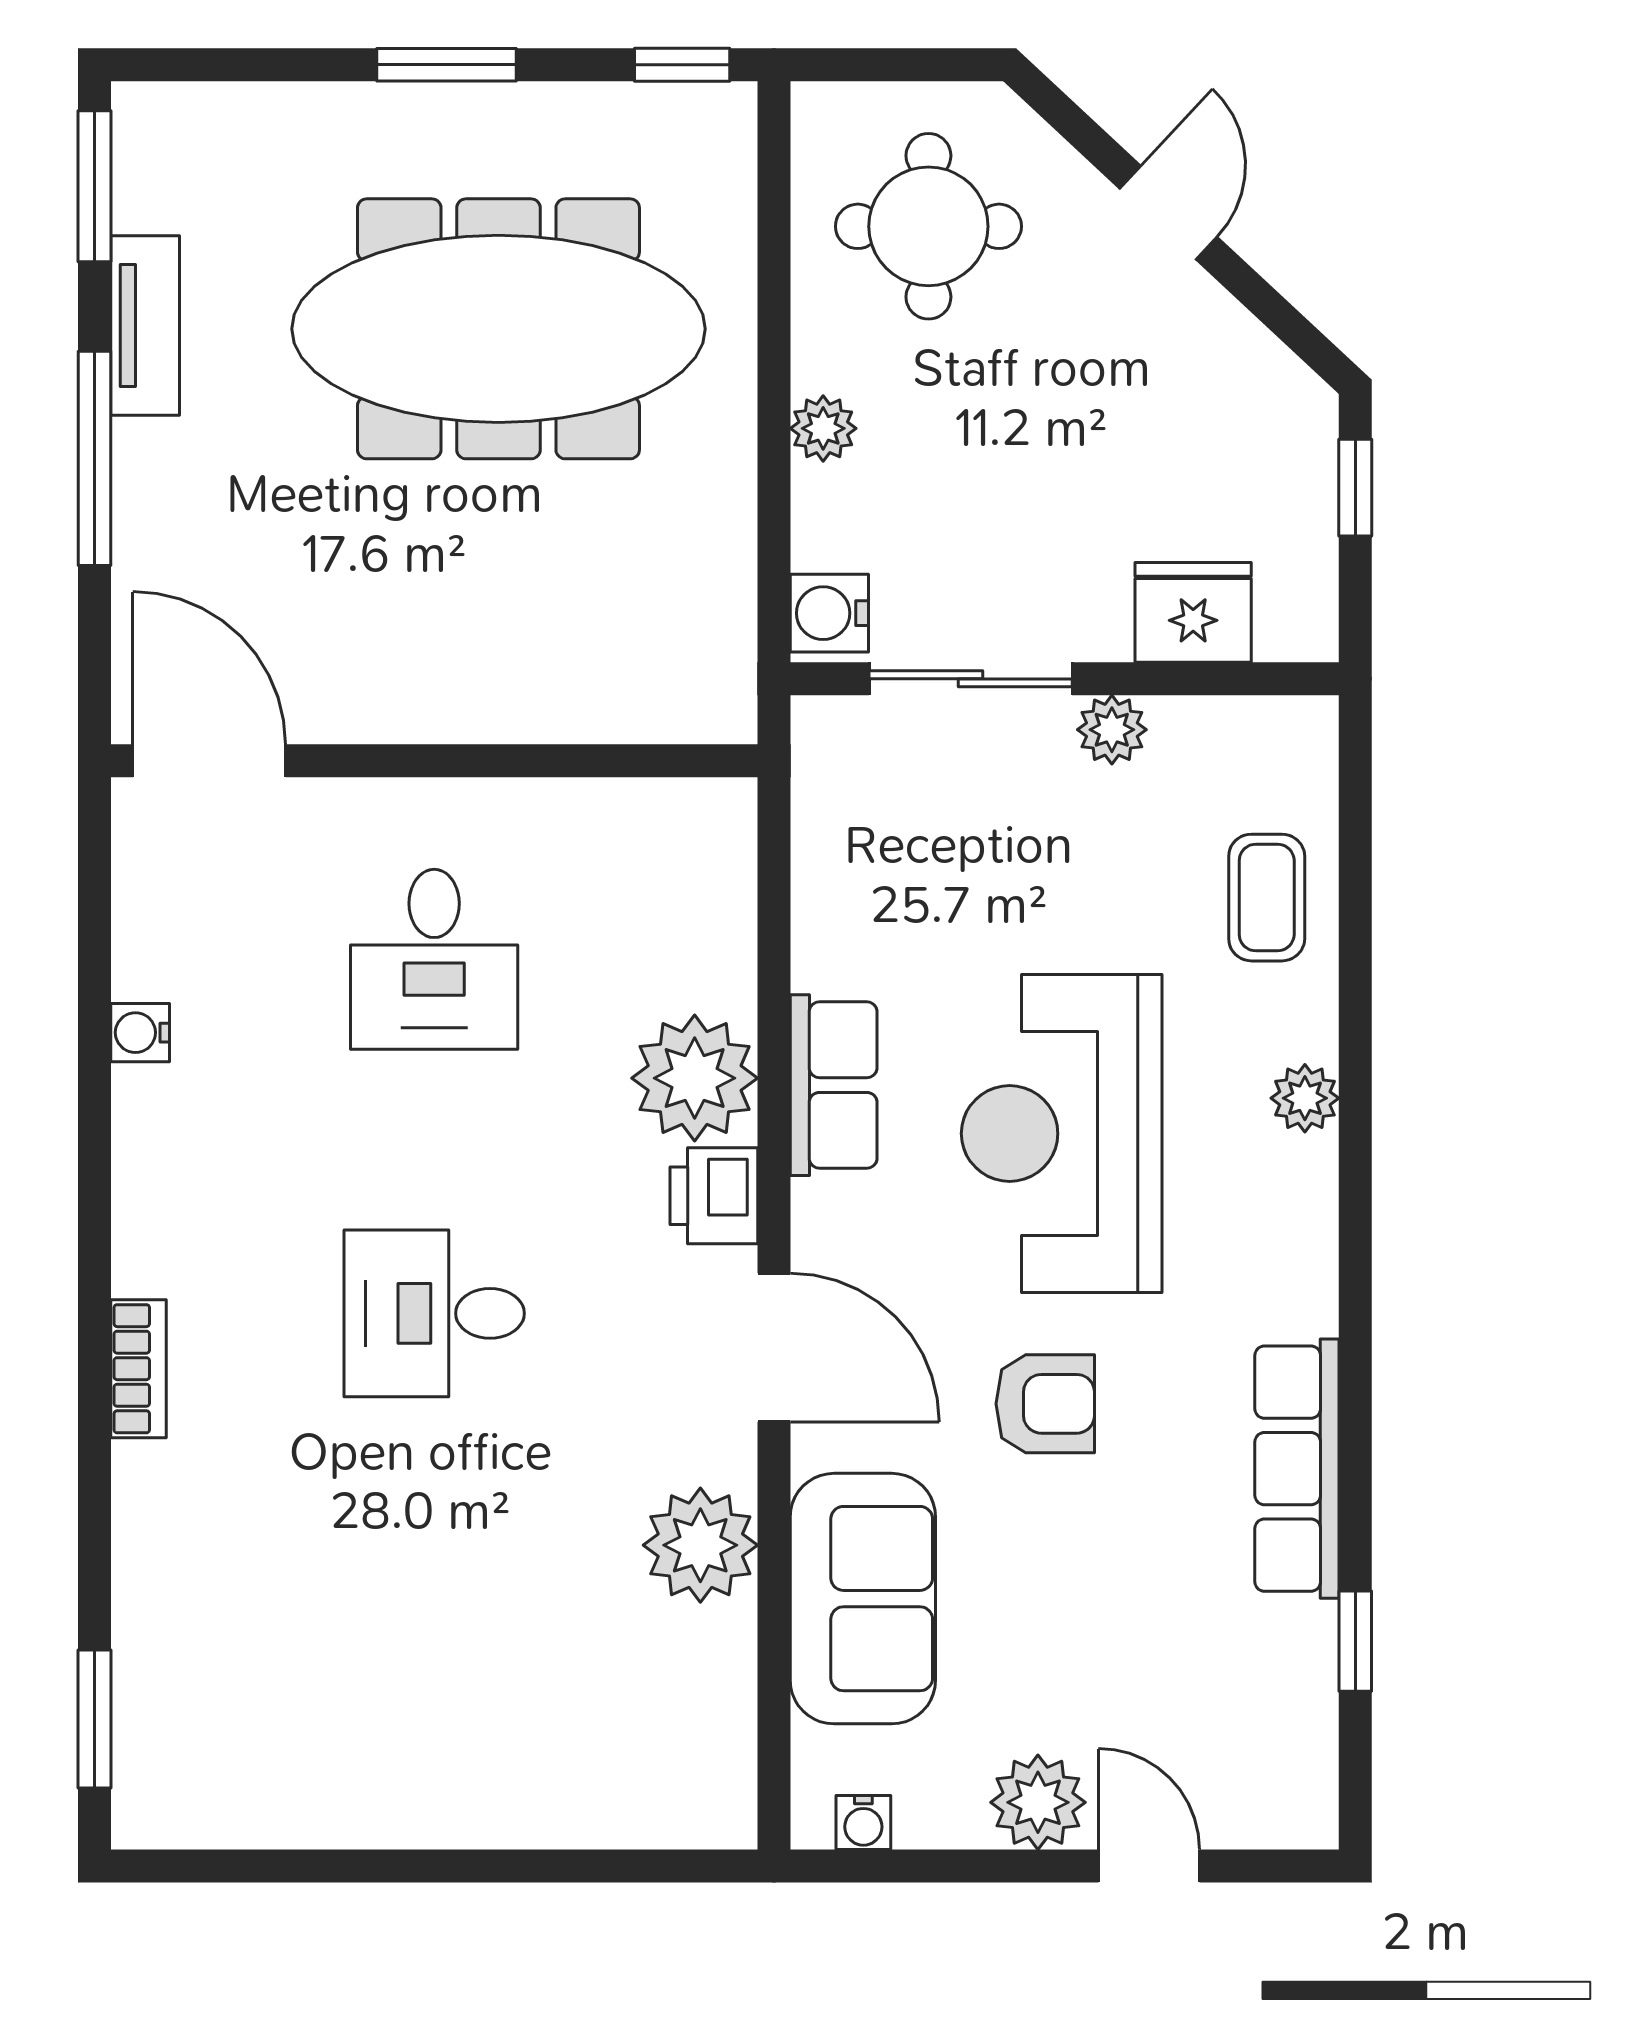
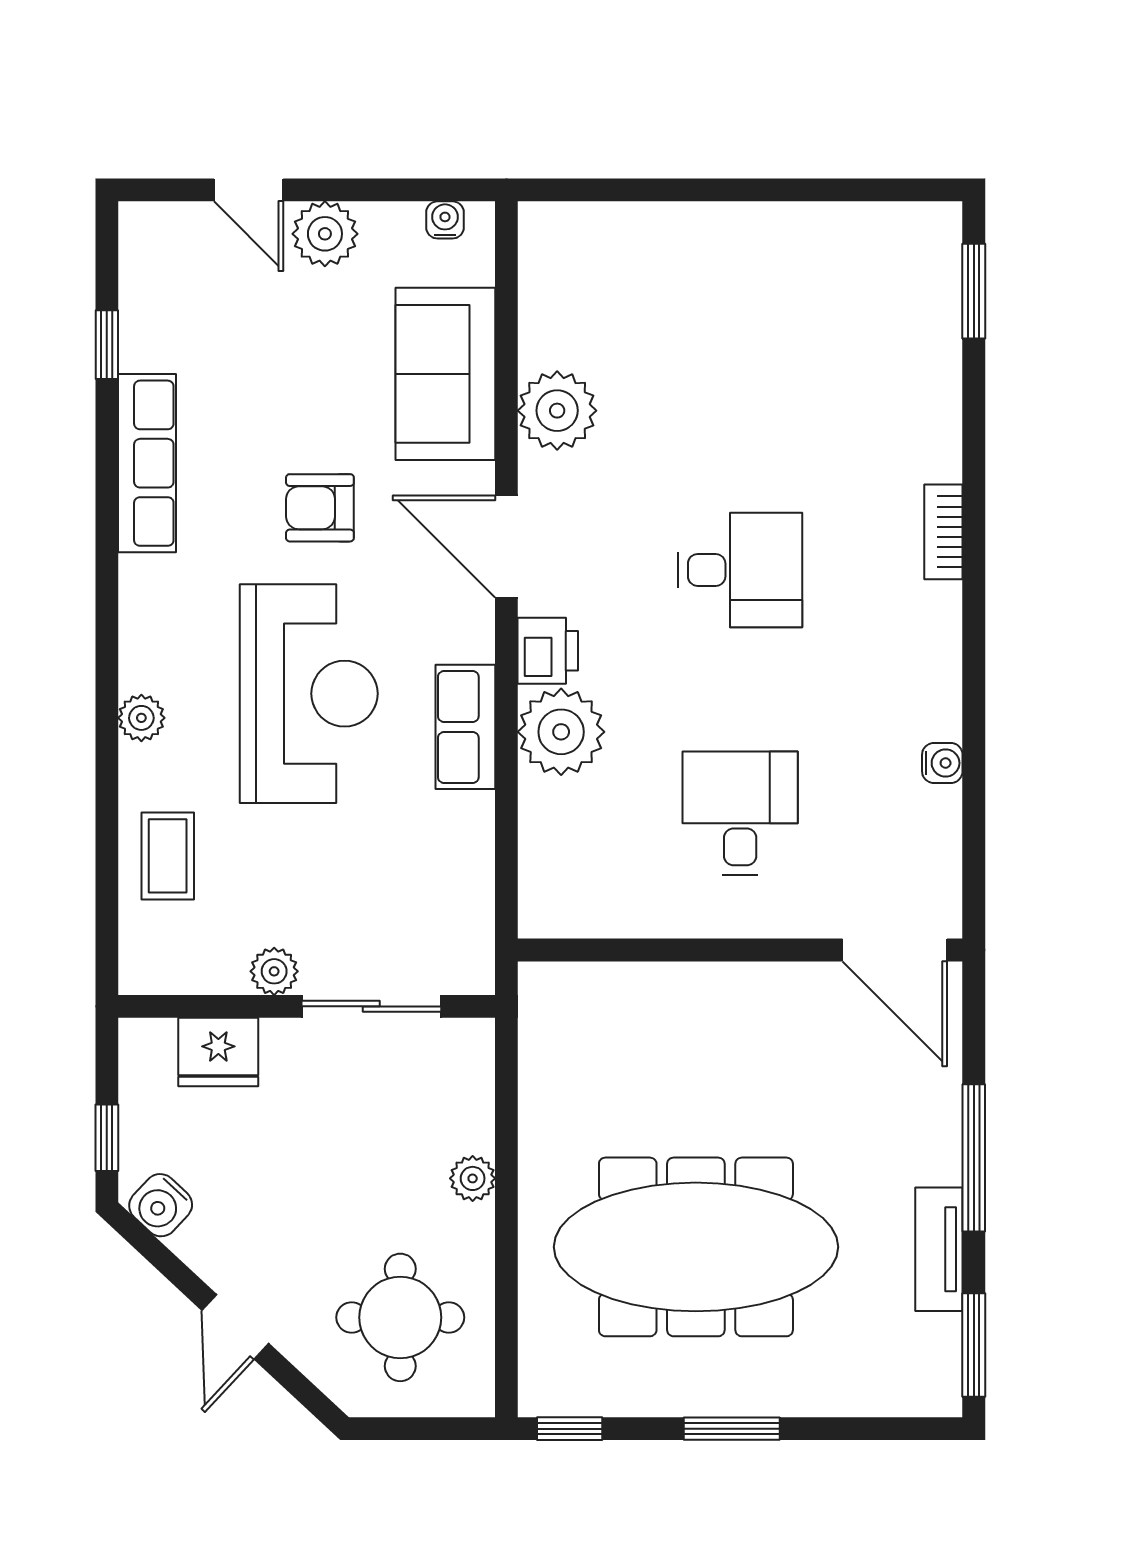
water cooler: (829, 613) -> (161, 1205), moved, turned 133

